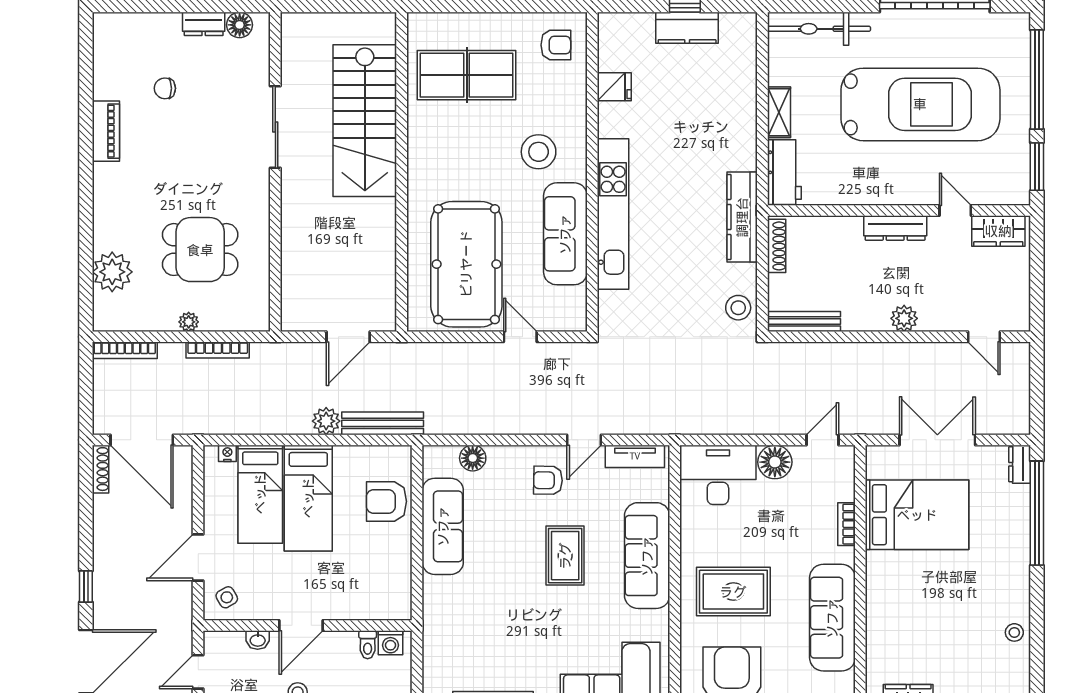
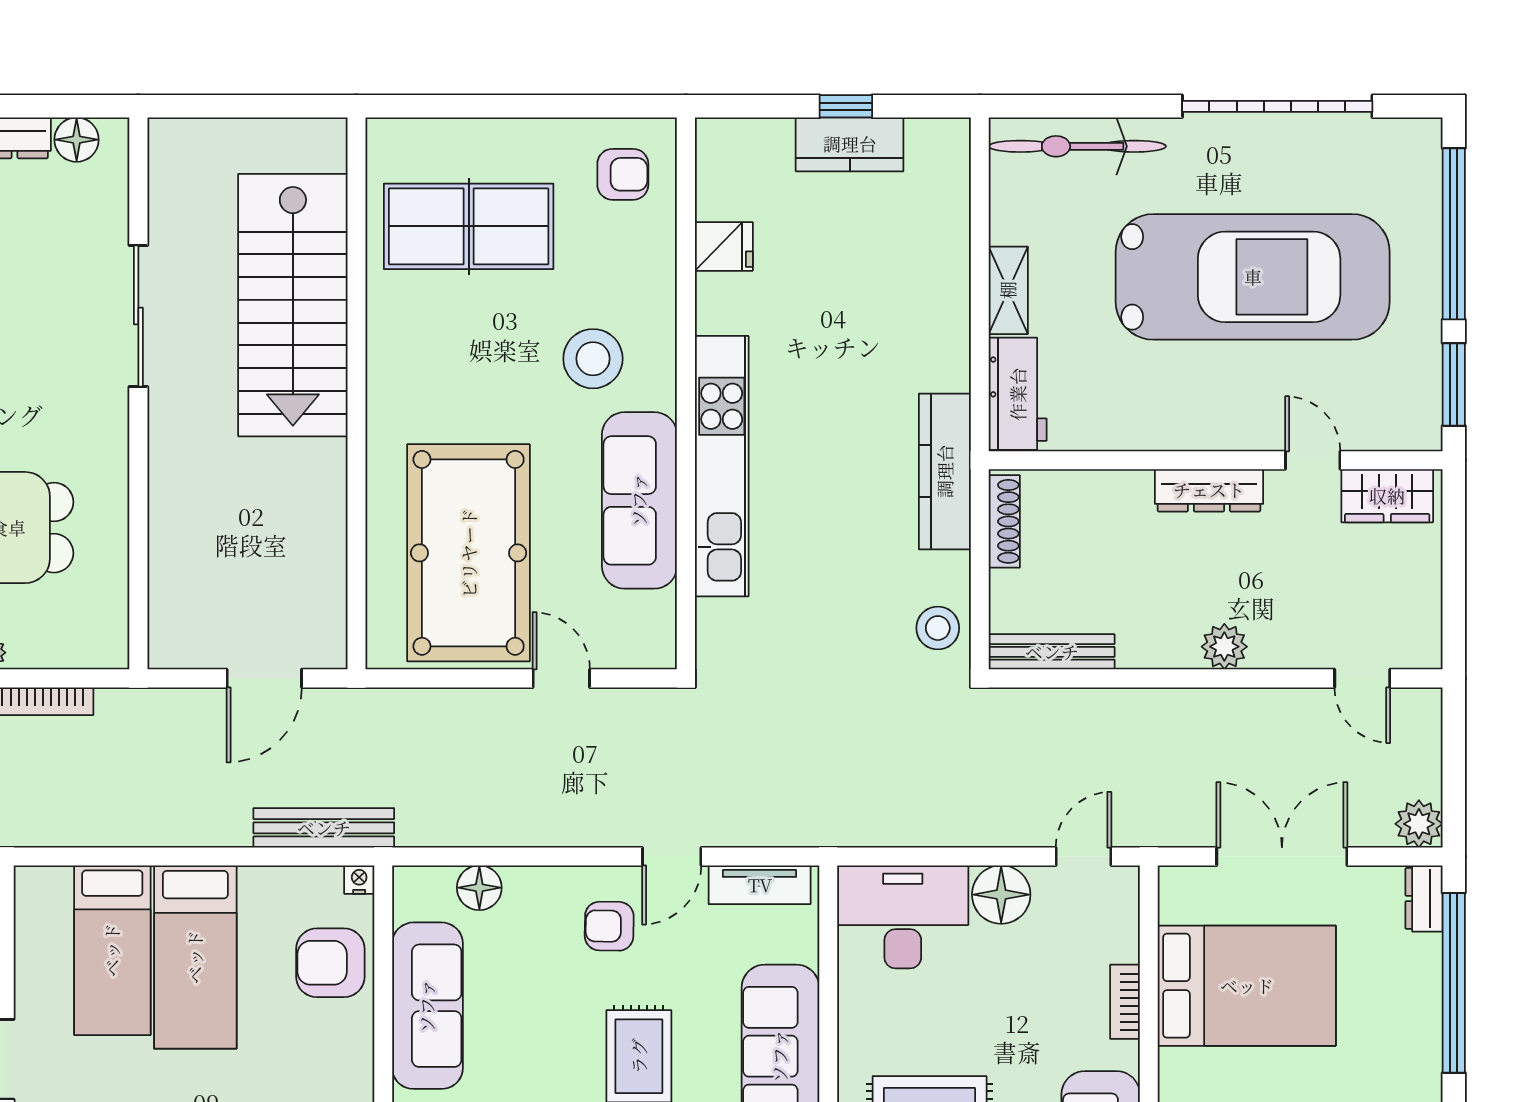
plant: (326, 421) -> (1419, 824), moved
nightstand: (227, 453) -> (359, 880), moved

